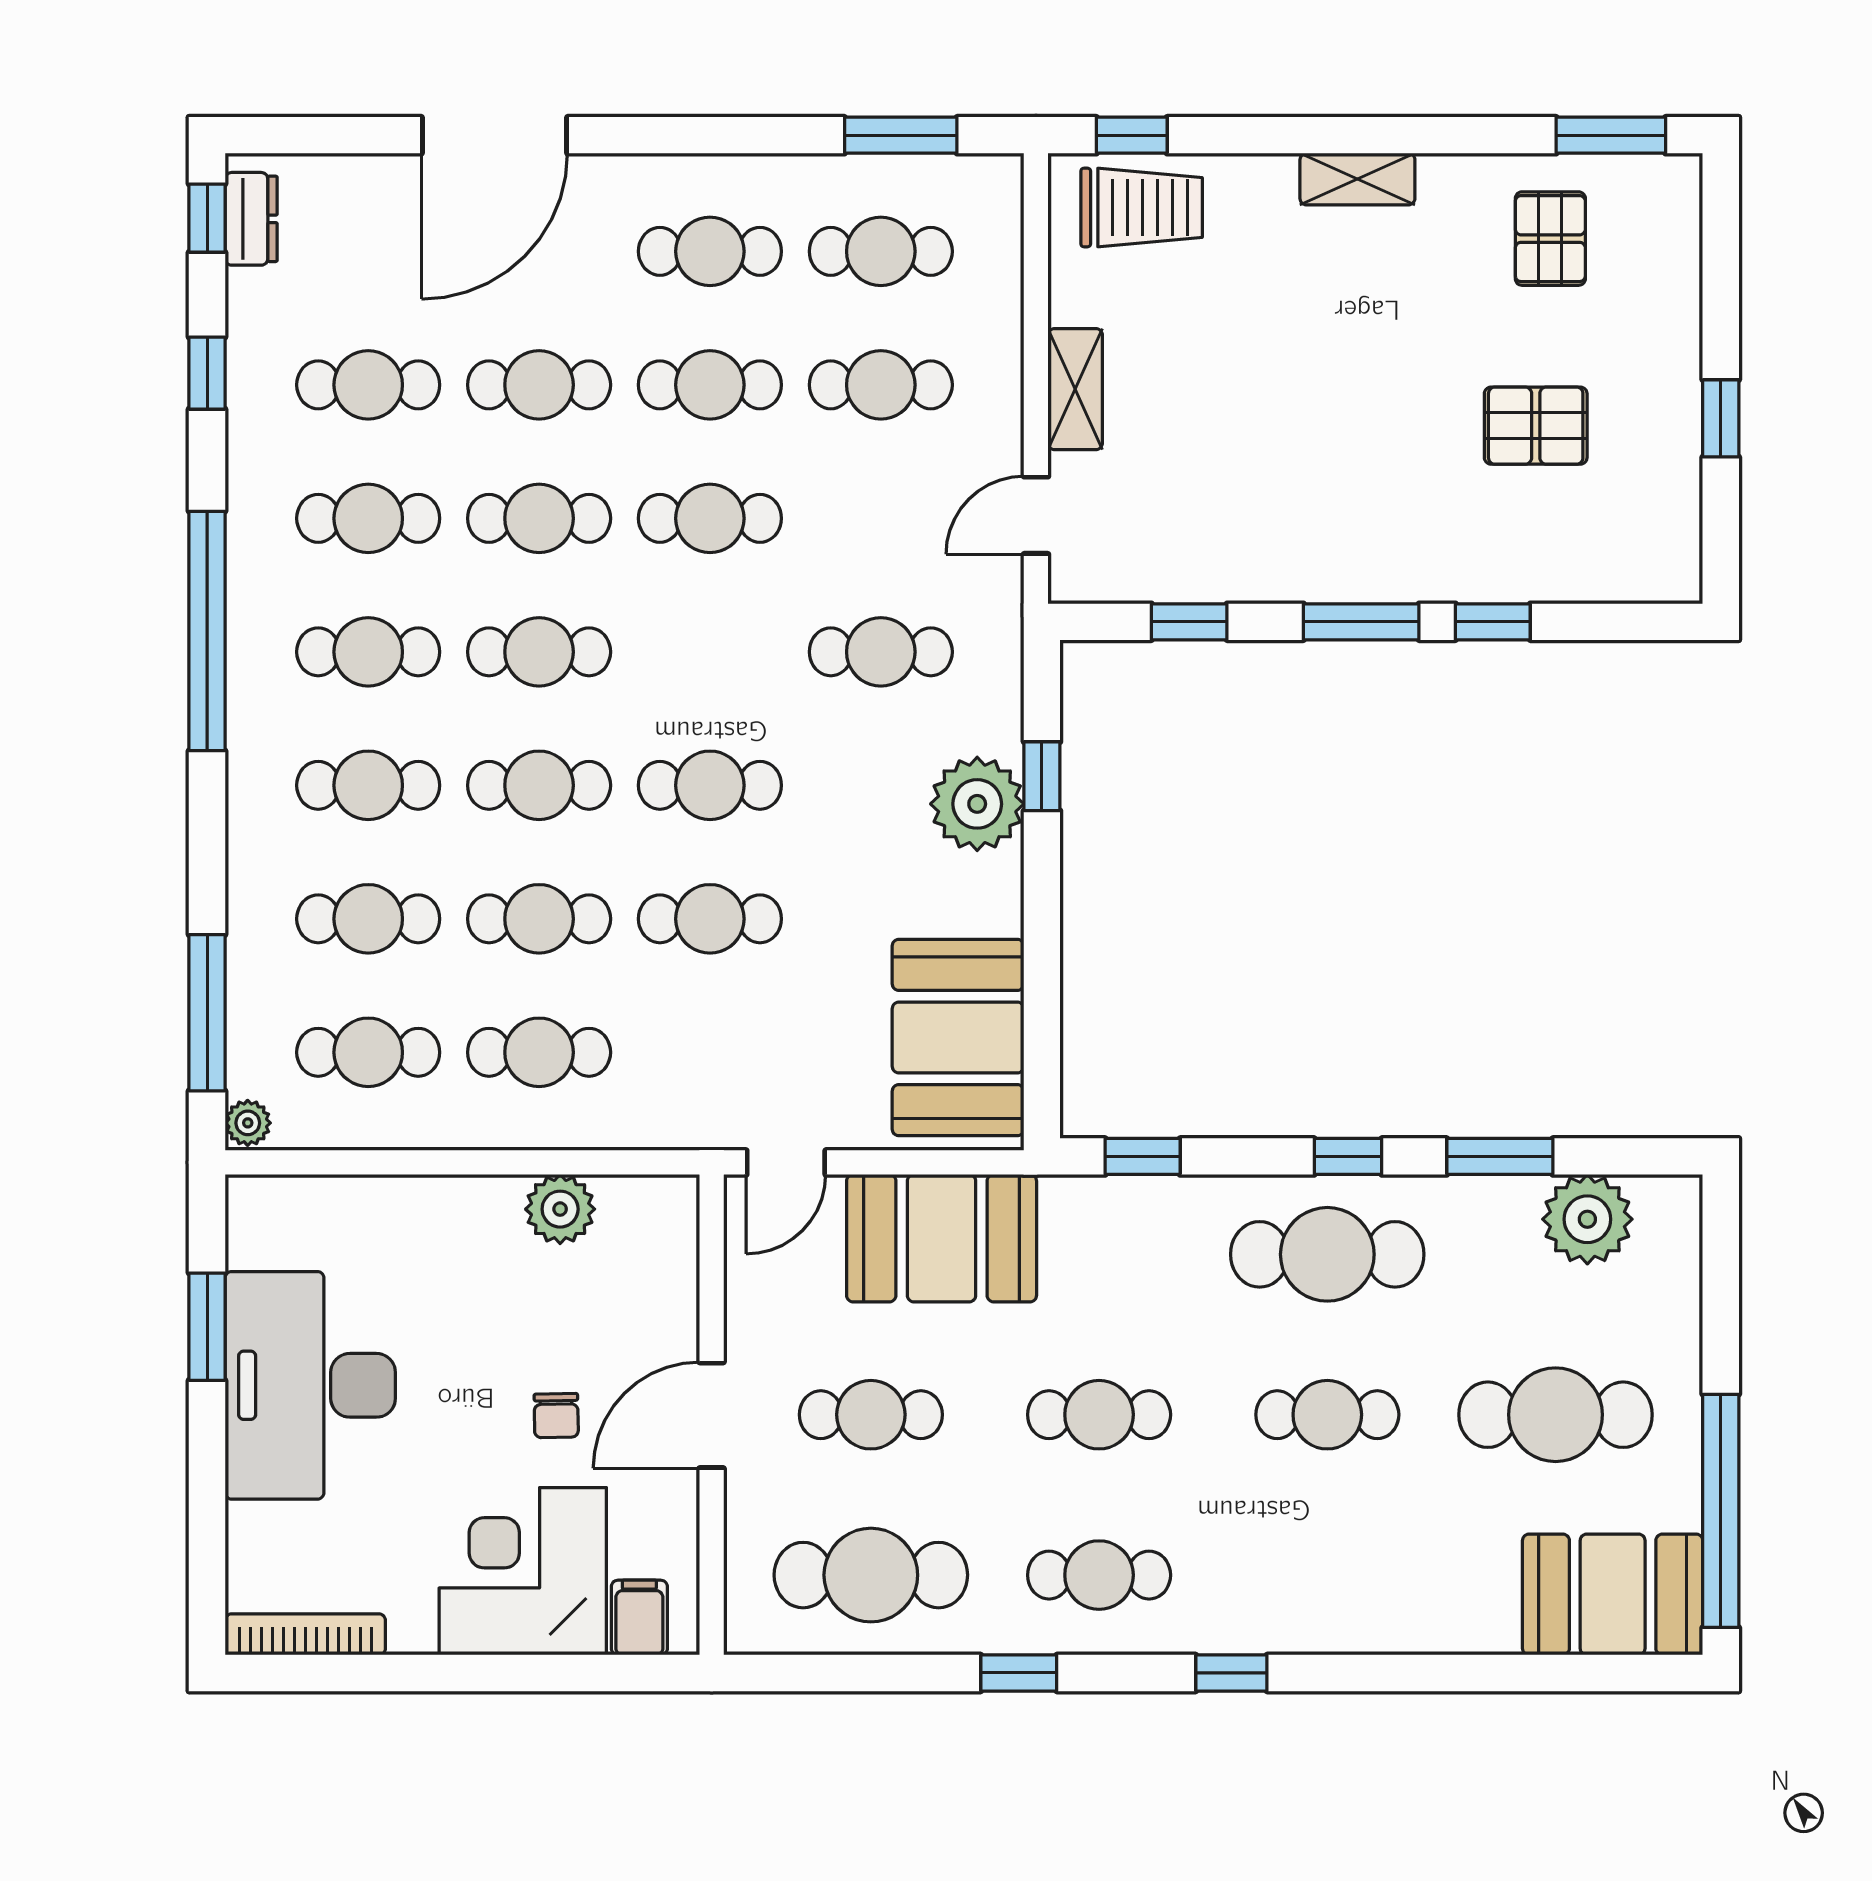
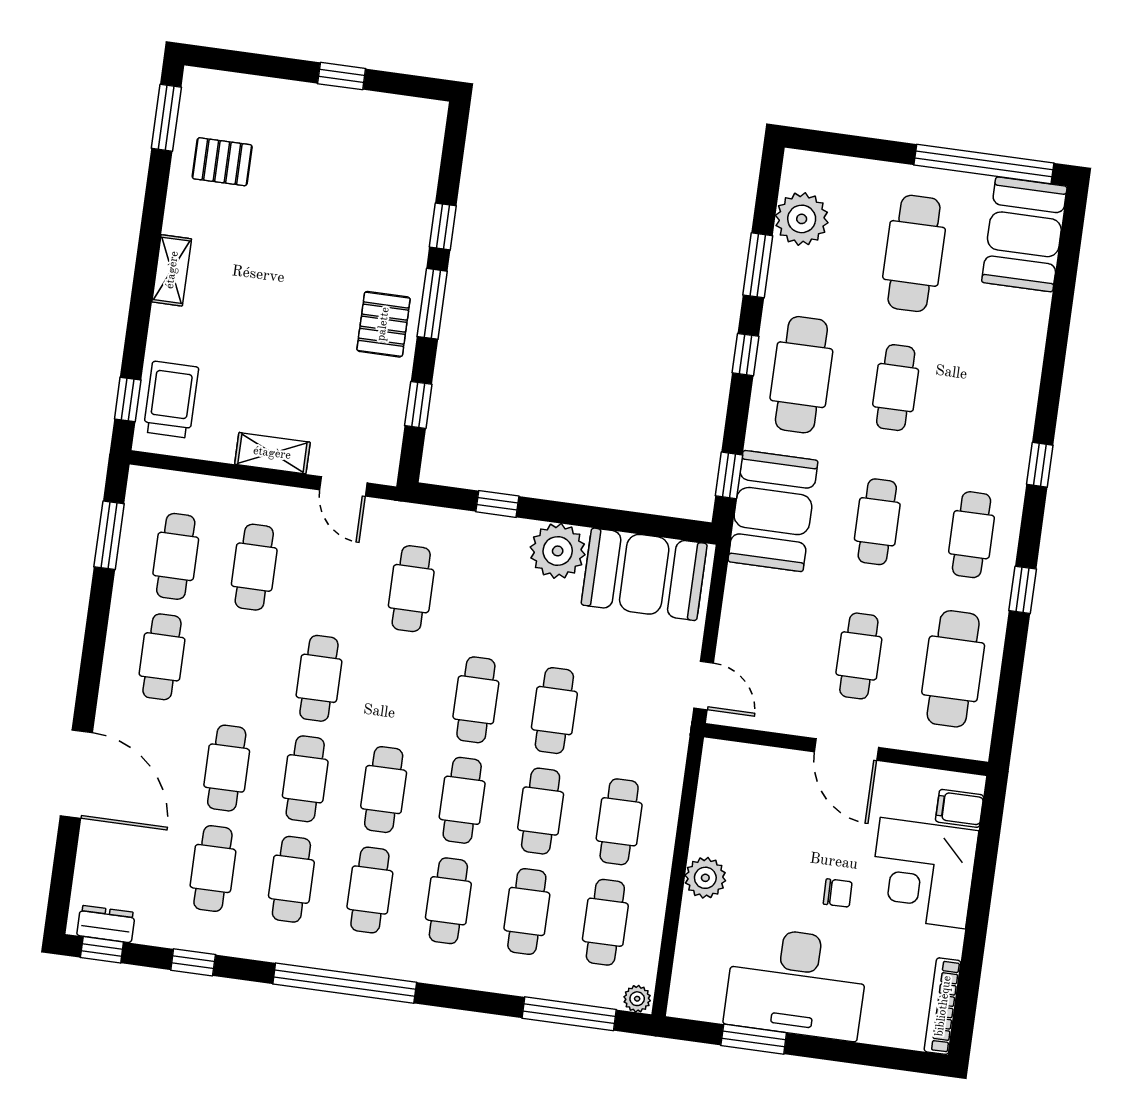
cafe table: (710, 385) -> (240, 668), removed
pallet: (1536, 426) -> (383, 324), moved
plant: (977, 804) -> (558, 551), moved
plant: (560, 1209) -> (705, 878), moved
booth: (942, 1238) -> (773, 511), moved
chair: (556, 1416) -> (838, 893), moved

